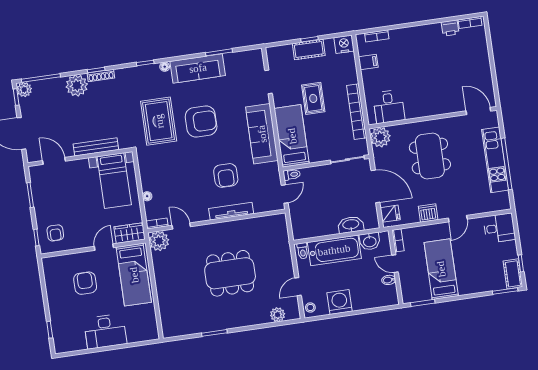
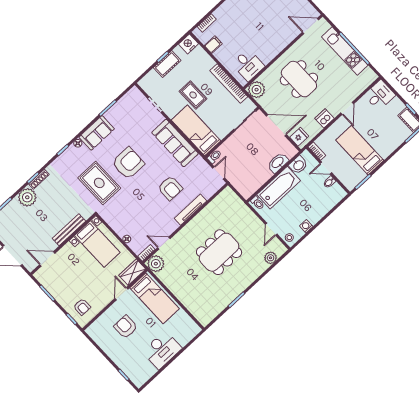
sofa: (198, 68) -> (97, 133), width x0.73
washing machine: (340, 302) -> (306, 226), width x0.53, depth x0.53

